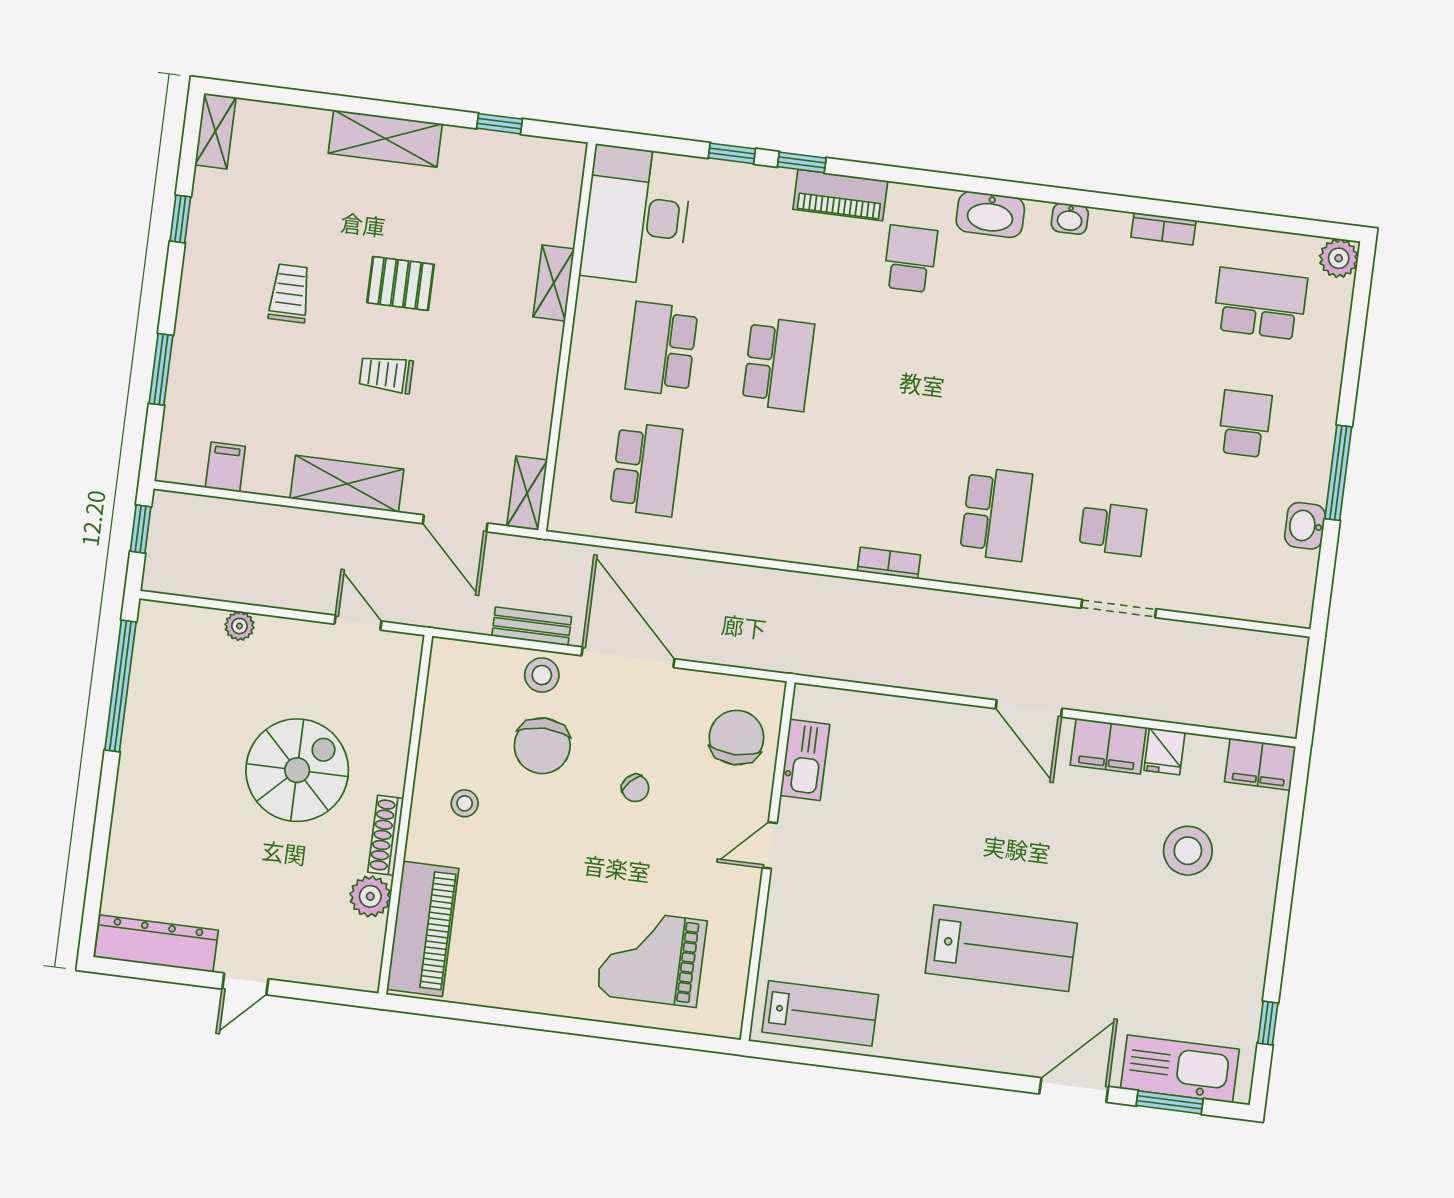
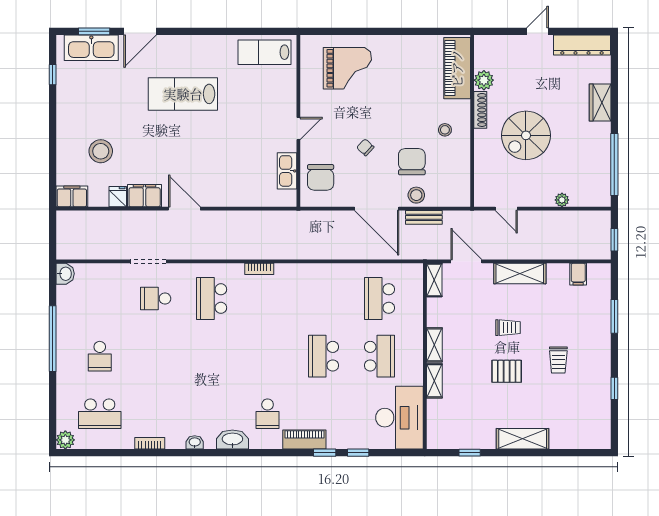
shelving: (215, 131) -> (434, 345), moved
window: (1338, 473) -> (53, 339), width x1.46
washbasin: (1305, 526) -> (65, 274), moved
wardrobe: (134, 819) -> (600, 102), added

